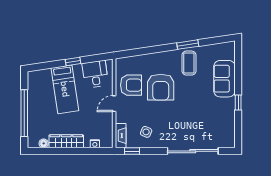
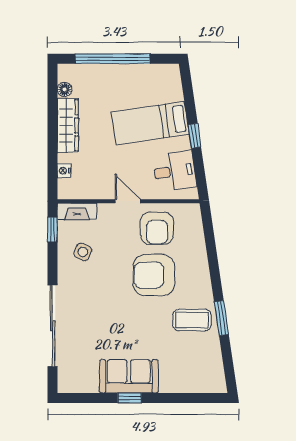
sofa: (224, 79) -> (129, 376), moved

